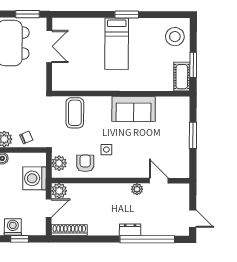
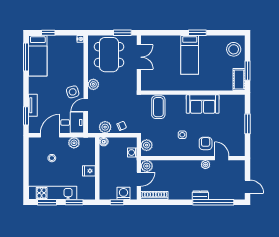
armchair: (85, 163) -> (206, 143), moved
washing machine: (34, 178) -> (132, 153), width x0.53, depth x0.53
washing machine: (13, 227) -> (123, 193), moved

